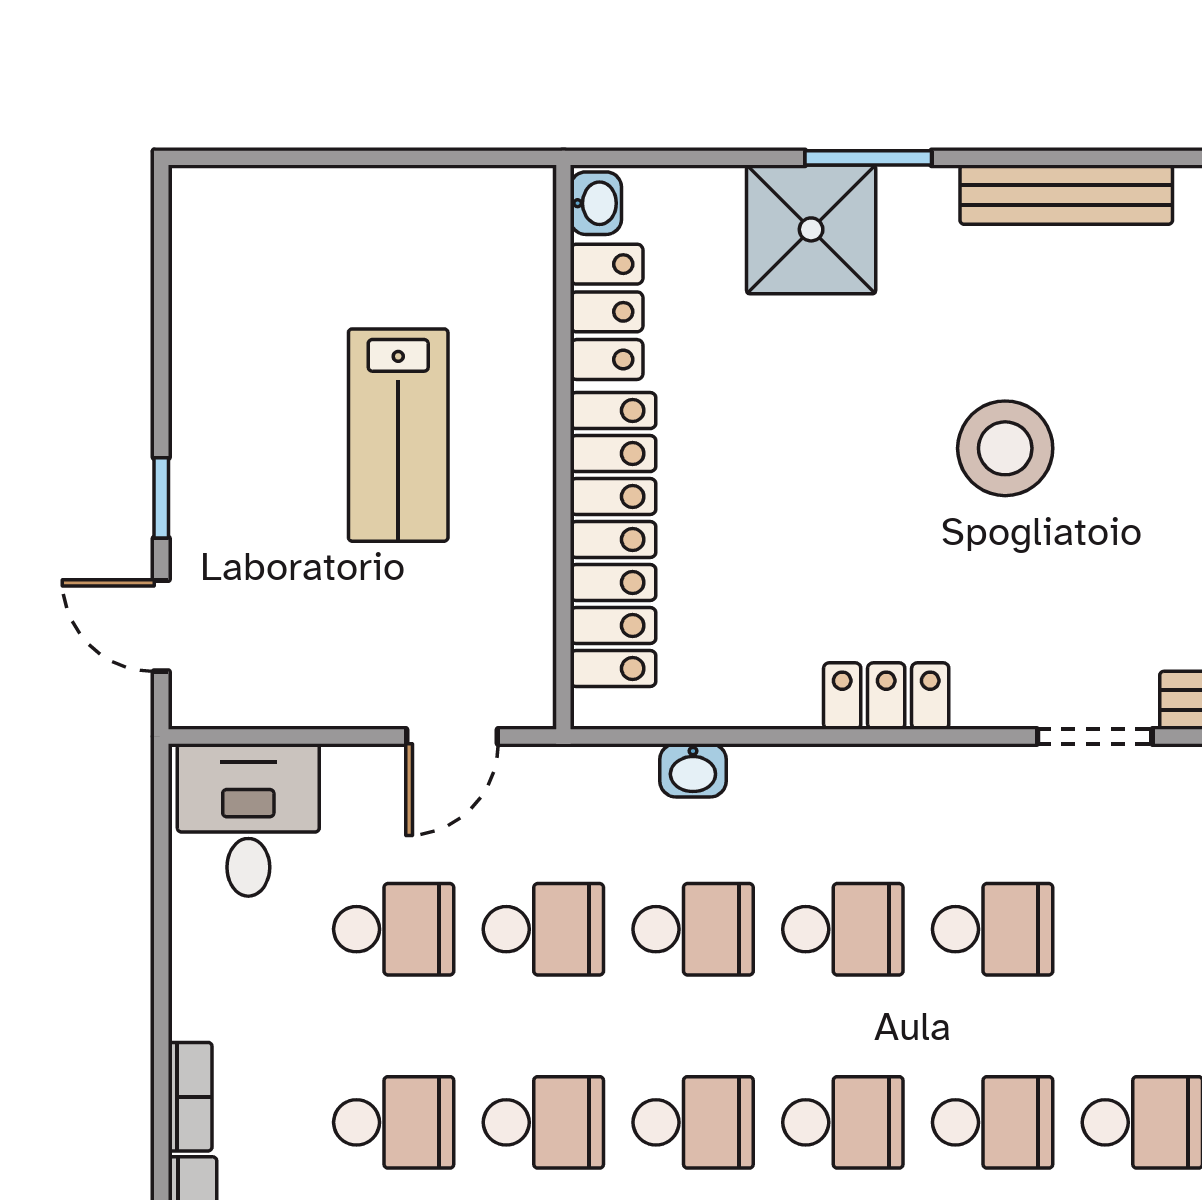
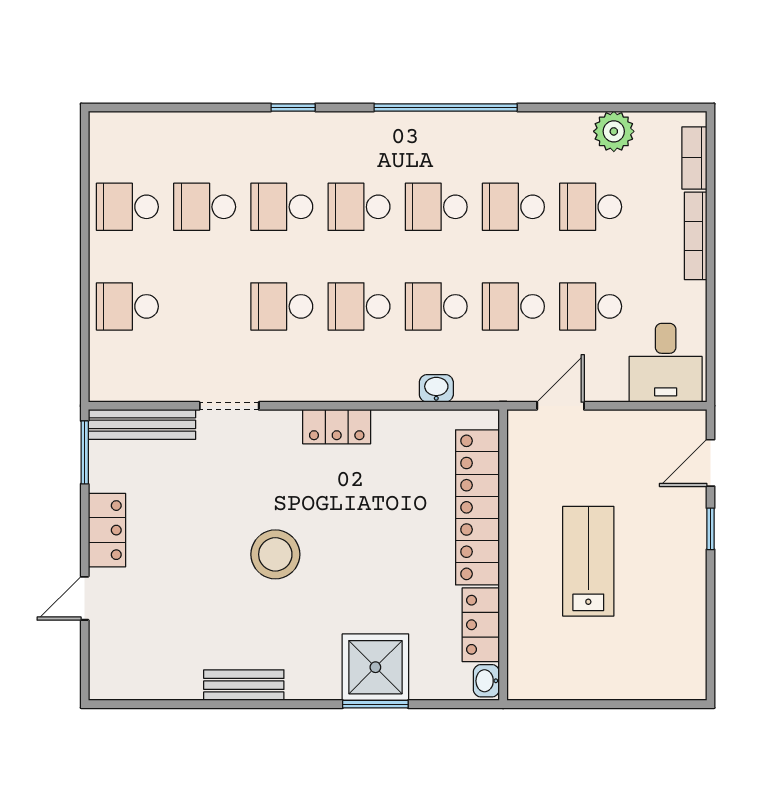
window: (868, 158) -> (375, 704), moved
bench: (1066, 195) -> (244, 685), width x0.73
door: (161, 626) -> (710, 463), swing flipped
bookcase: (190, 1097) -> (696, 236), width x1.56

